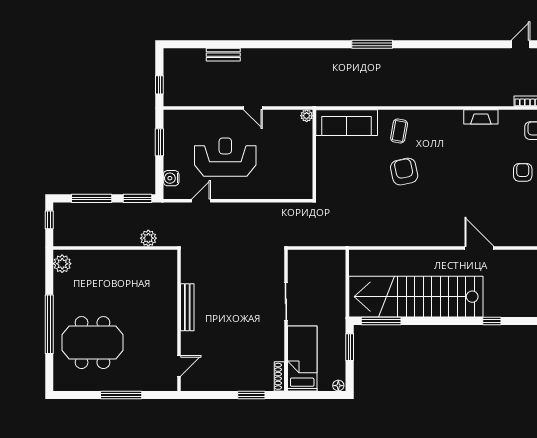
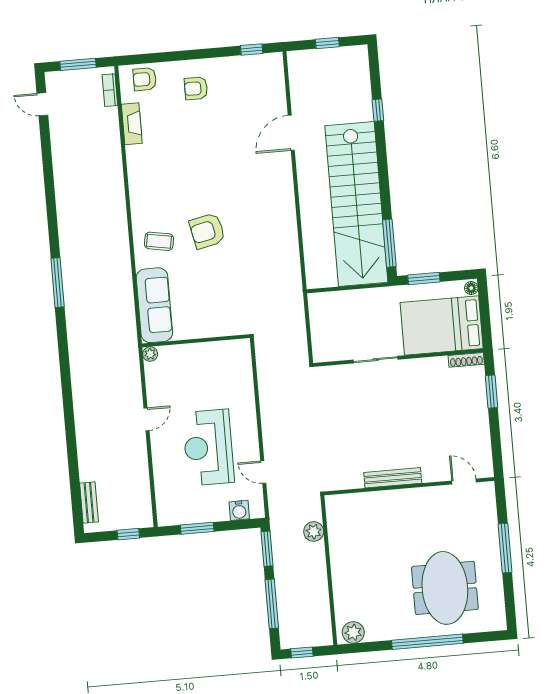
bench: (223, 55) -> (89, 503), moved
fireplace: (481, 117) -> (132, 124), moved
bed: (302, 358) -> (442, 325), width x1.50

